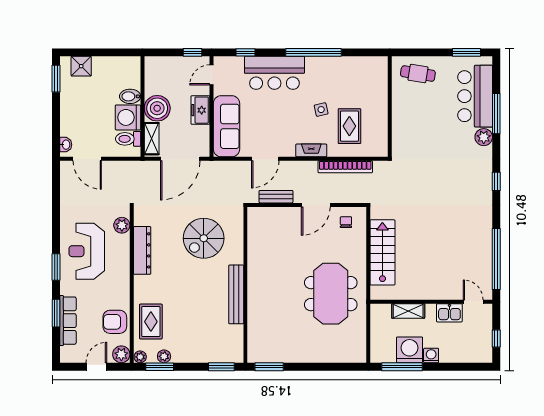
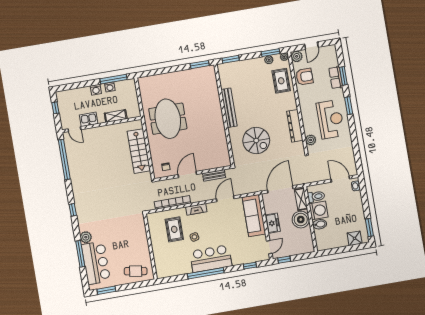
bar counter: (274, 73) -> (211, 259), moved
spiral stairs: (204, 238) -> (256, 141), turned 90
row of seats: (68, 321) -> (336, 78), width x0.68
washing machine: (410, 350) -> (110, 87), width x0.53, depth x0.53

